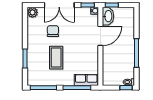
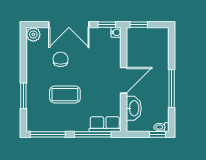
washbasin: (108, 16) -> (134, 108), moved
door: (100, 36) -> (124, 80), moved
coffee table: (56, 58) -> (65, 95), turned 90

